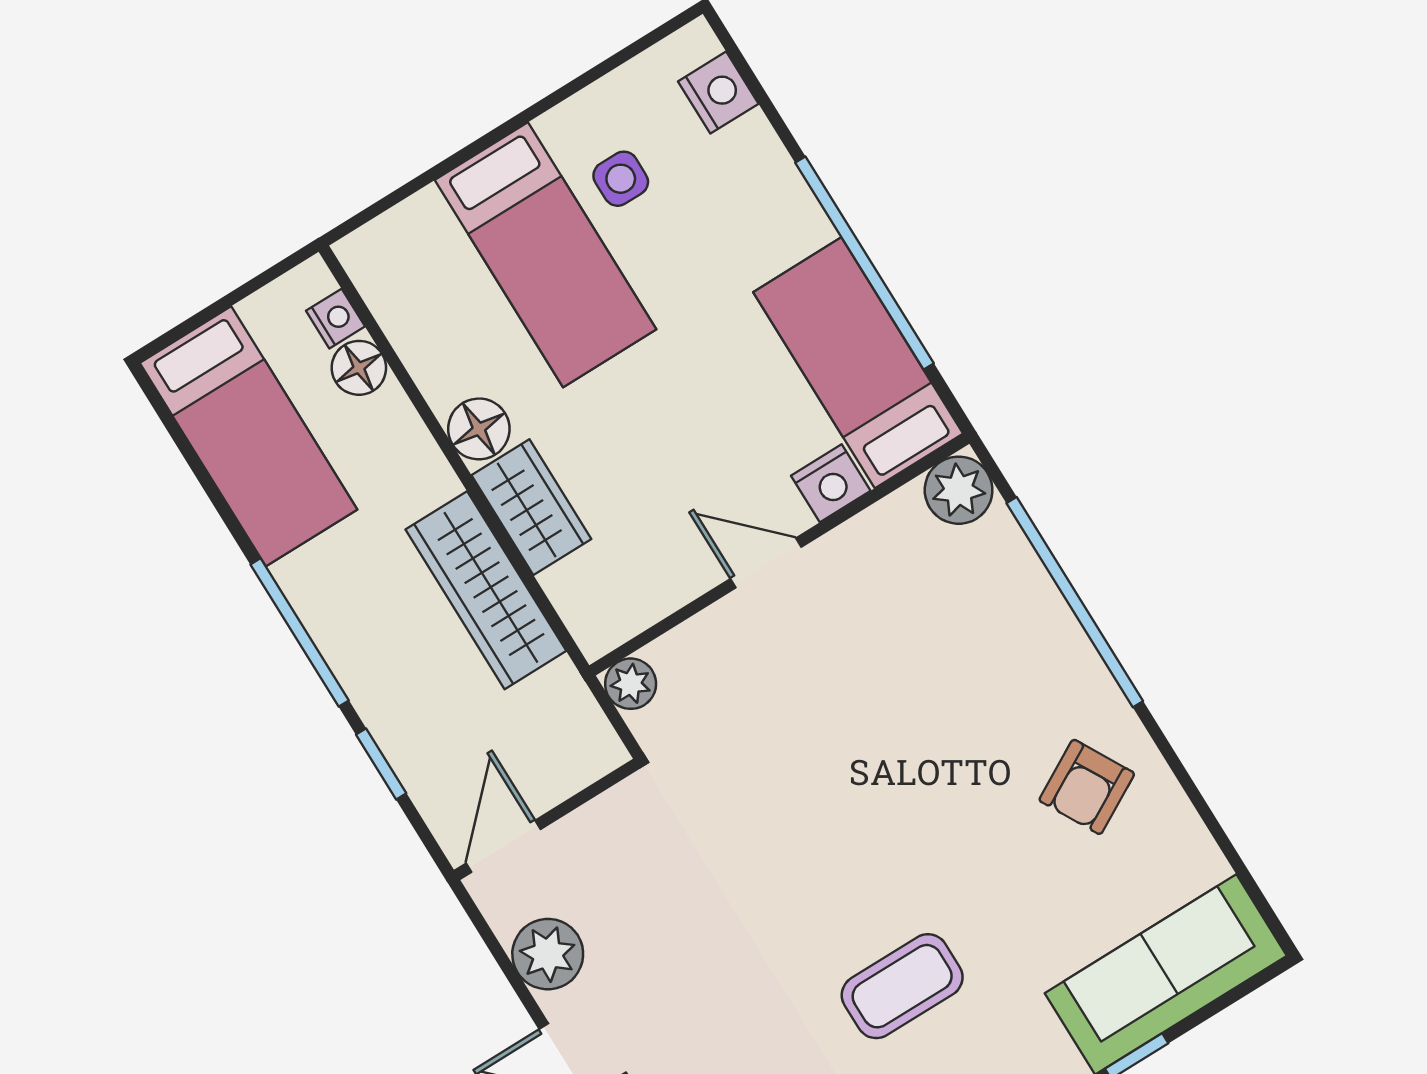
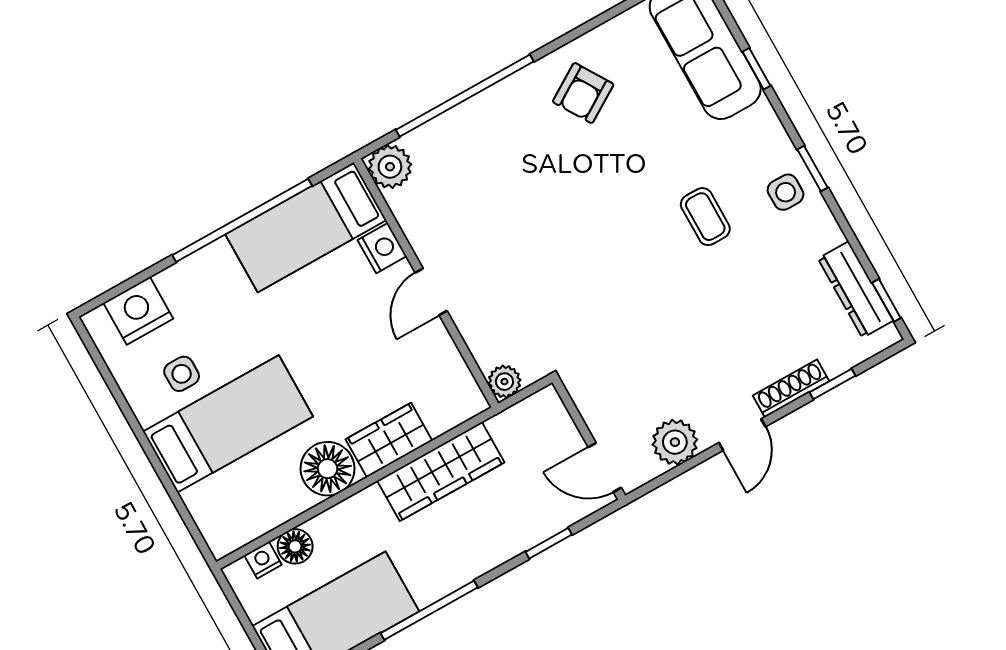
nightstand: (718, 93) -> (138, 311), width x1.36, depth x1.33
floor lamp: (479, 429) -> (328, 469), width x1.38, depth x1.38
window: (300, 632) -> (429, 610), moved
armchair: (1087, 787) -> (583, 93), turned 87
coffee table: (902, 986) -> (705, 217), width x0.73, depth x0.77

